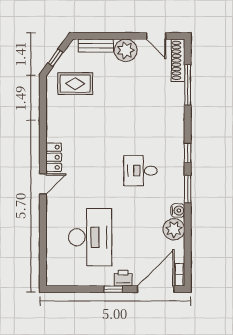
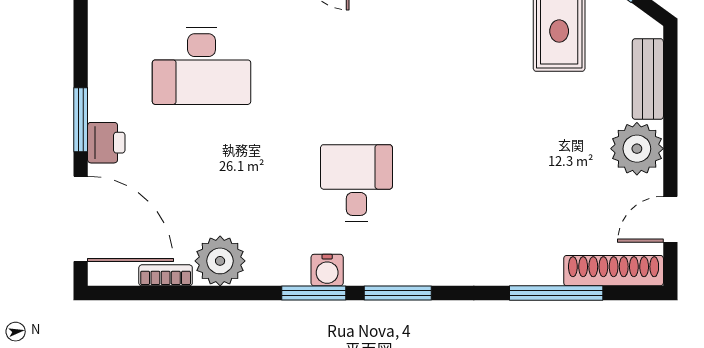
window: (188, 153) -> (398, 293), width x1.50
water cooler: (178, 210) -> (327, 270), moved
desk: (90, 237) -> (202, 66), width x0.73, depth x0.77
bookcase: (180, 275) -> (166, 275), moved
window: (113, 289) -> (81, 120), width x1.50

